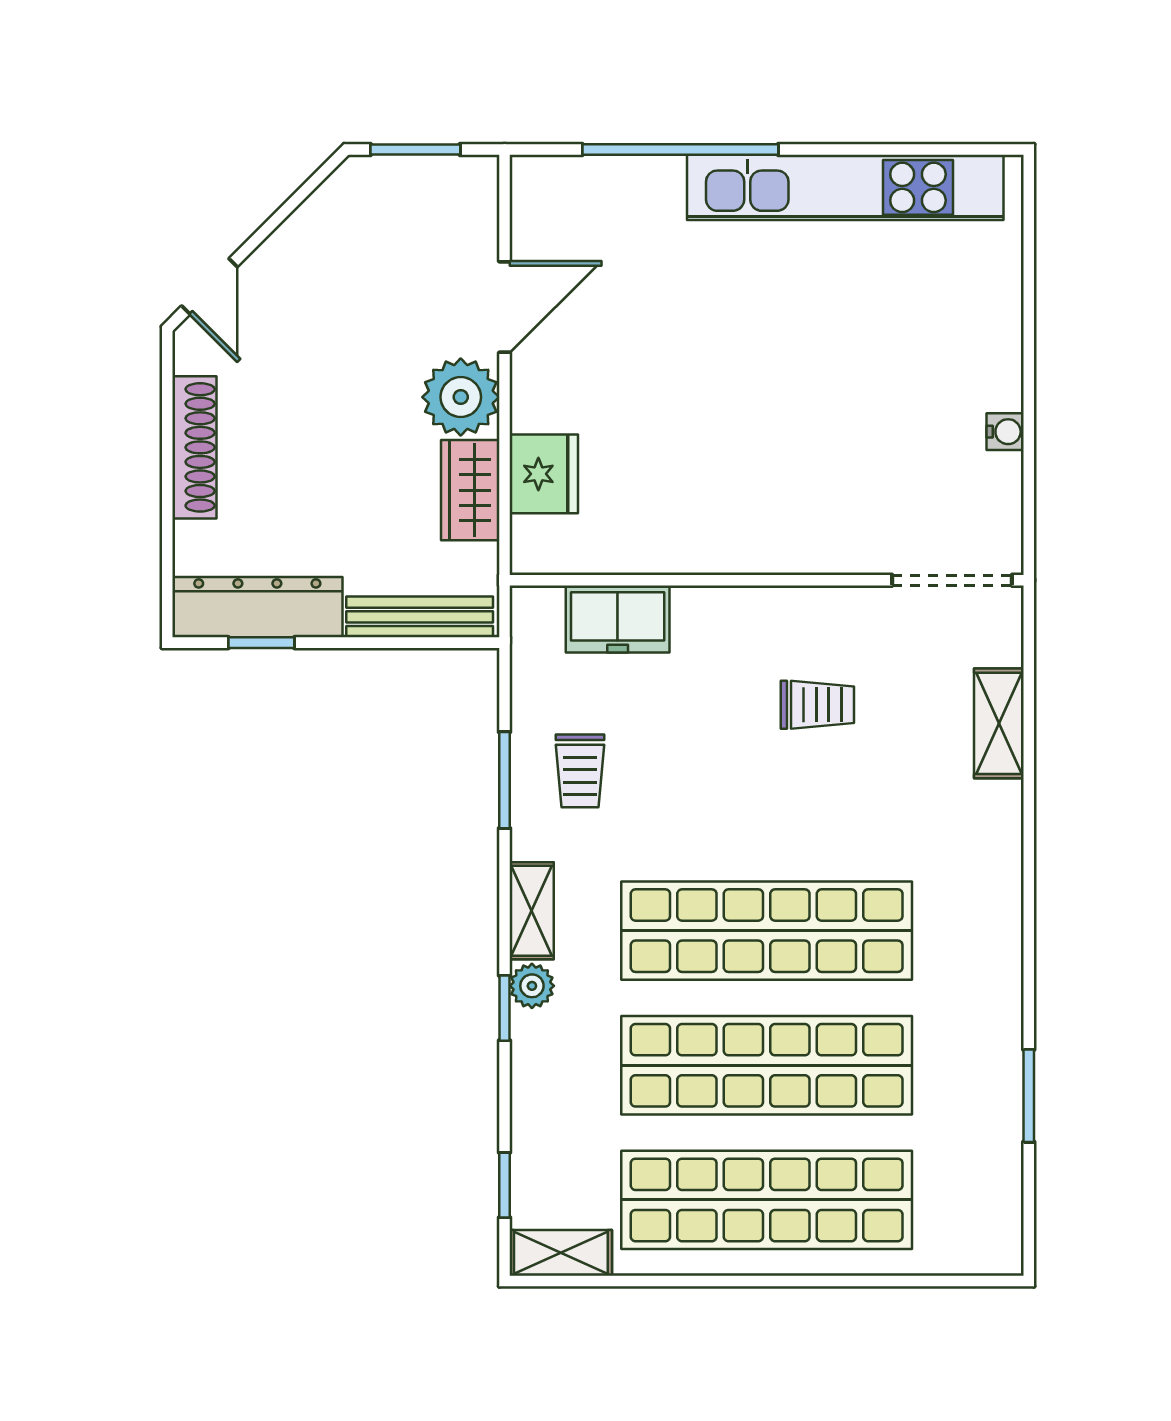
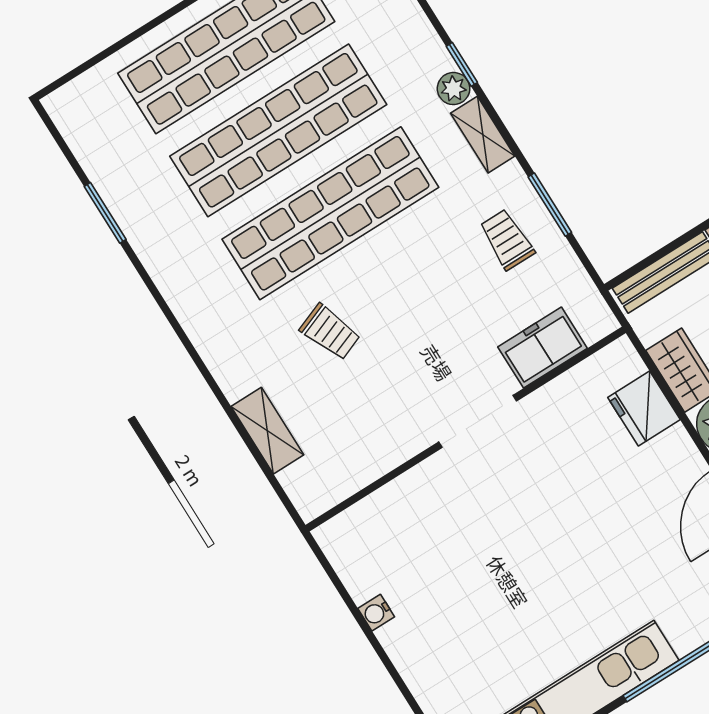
doorway: (952, 580) -> (478, 421), moved
trolley: (817, 705) -> (330, 332), moved, turned -111

